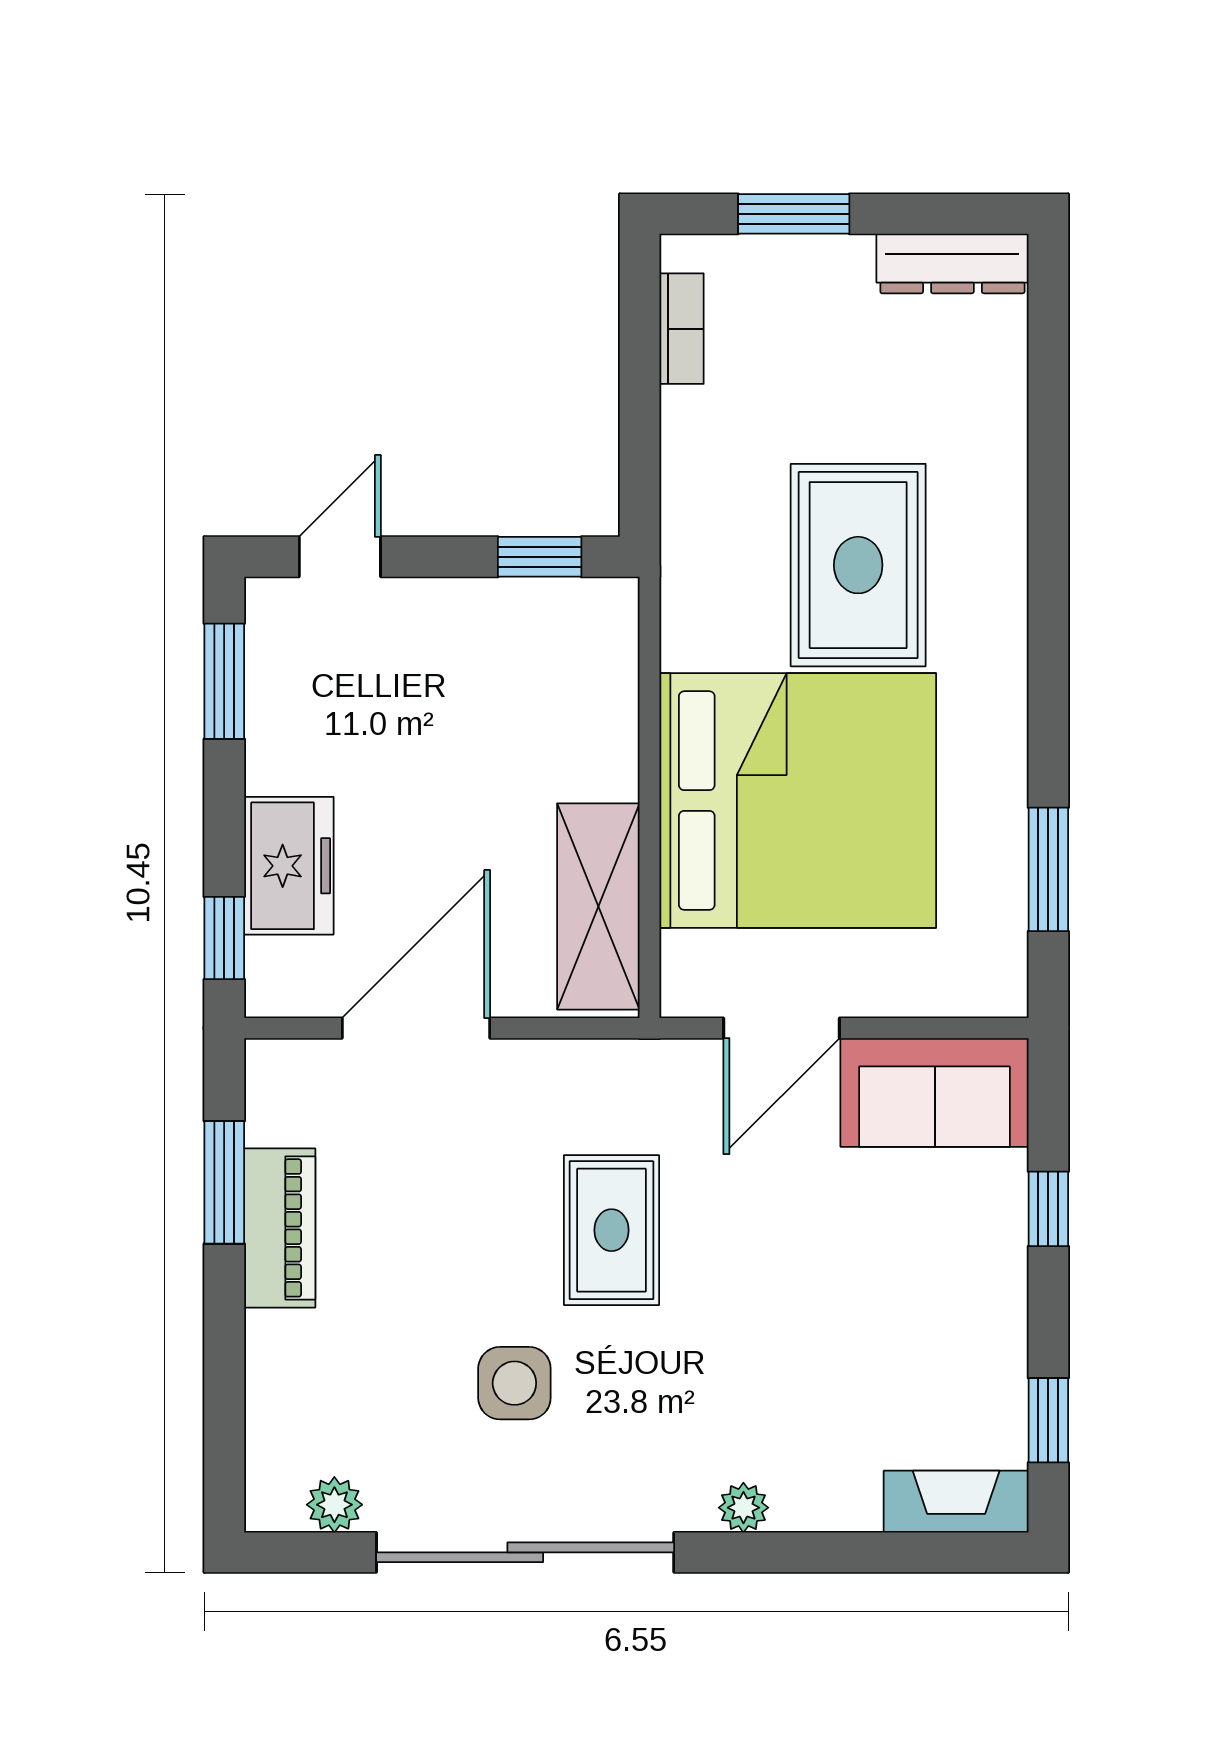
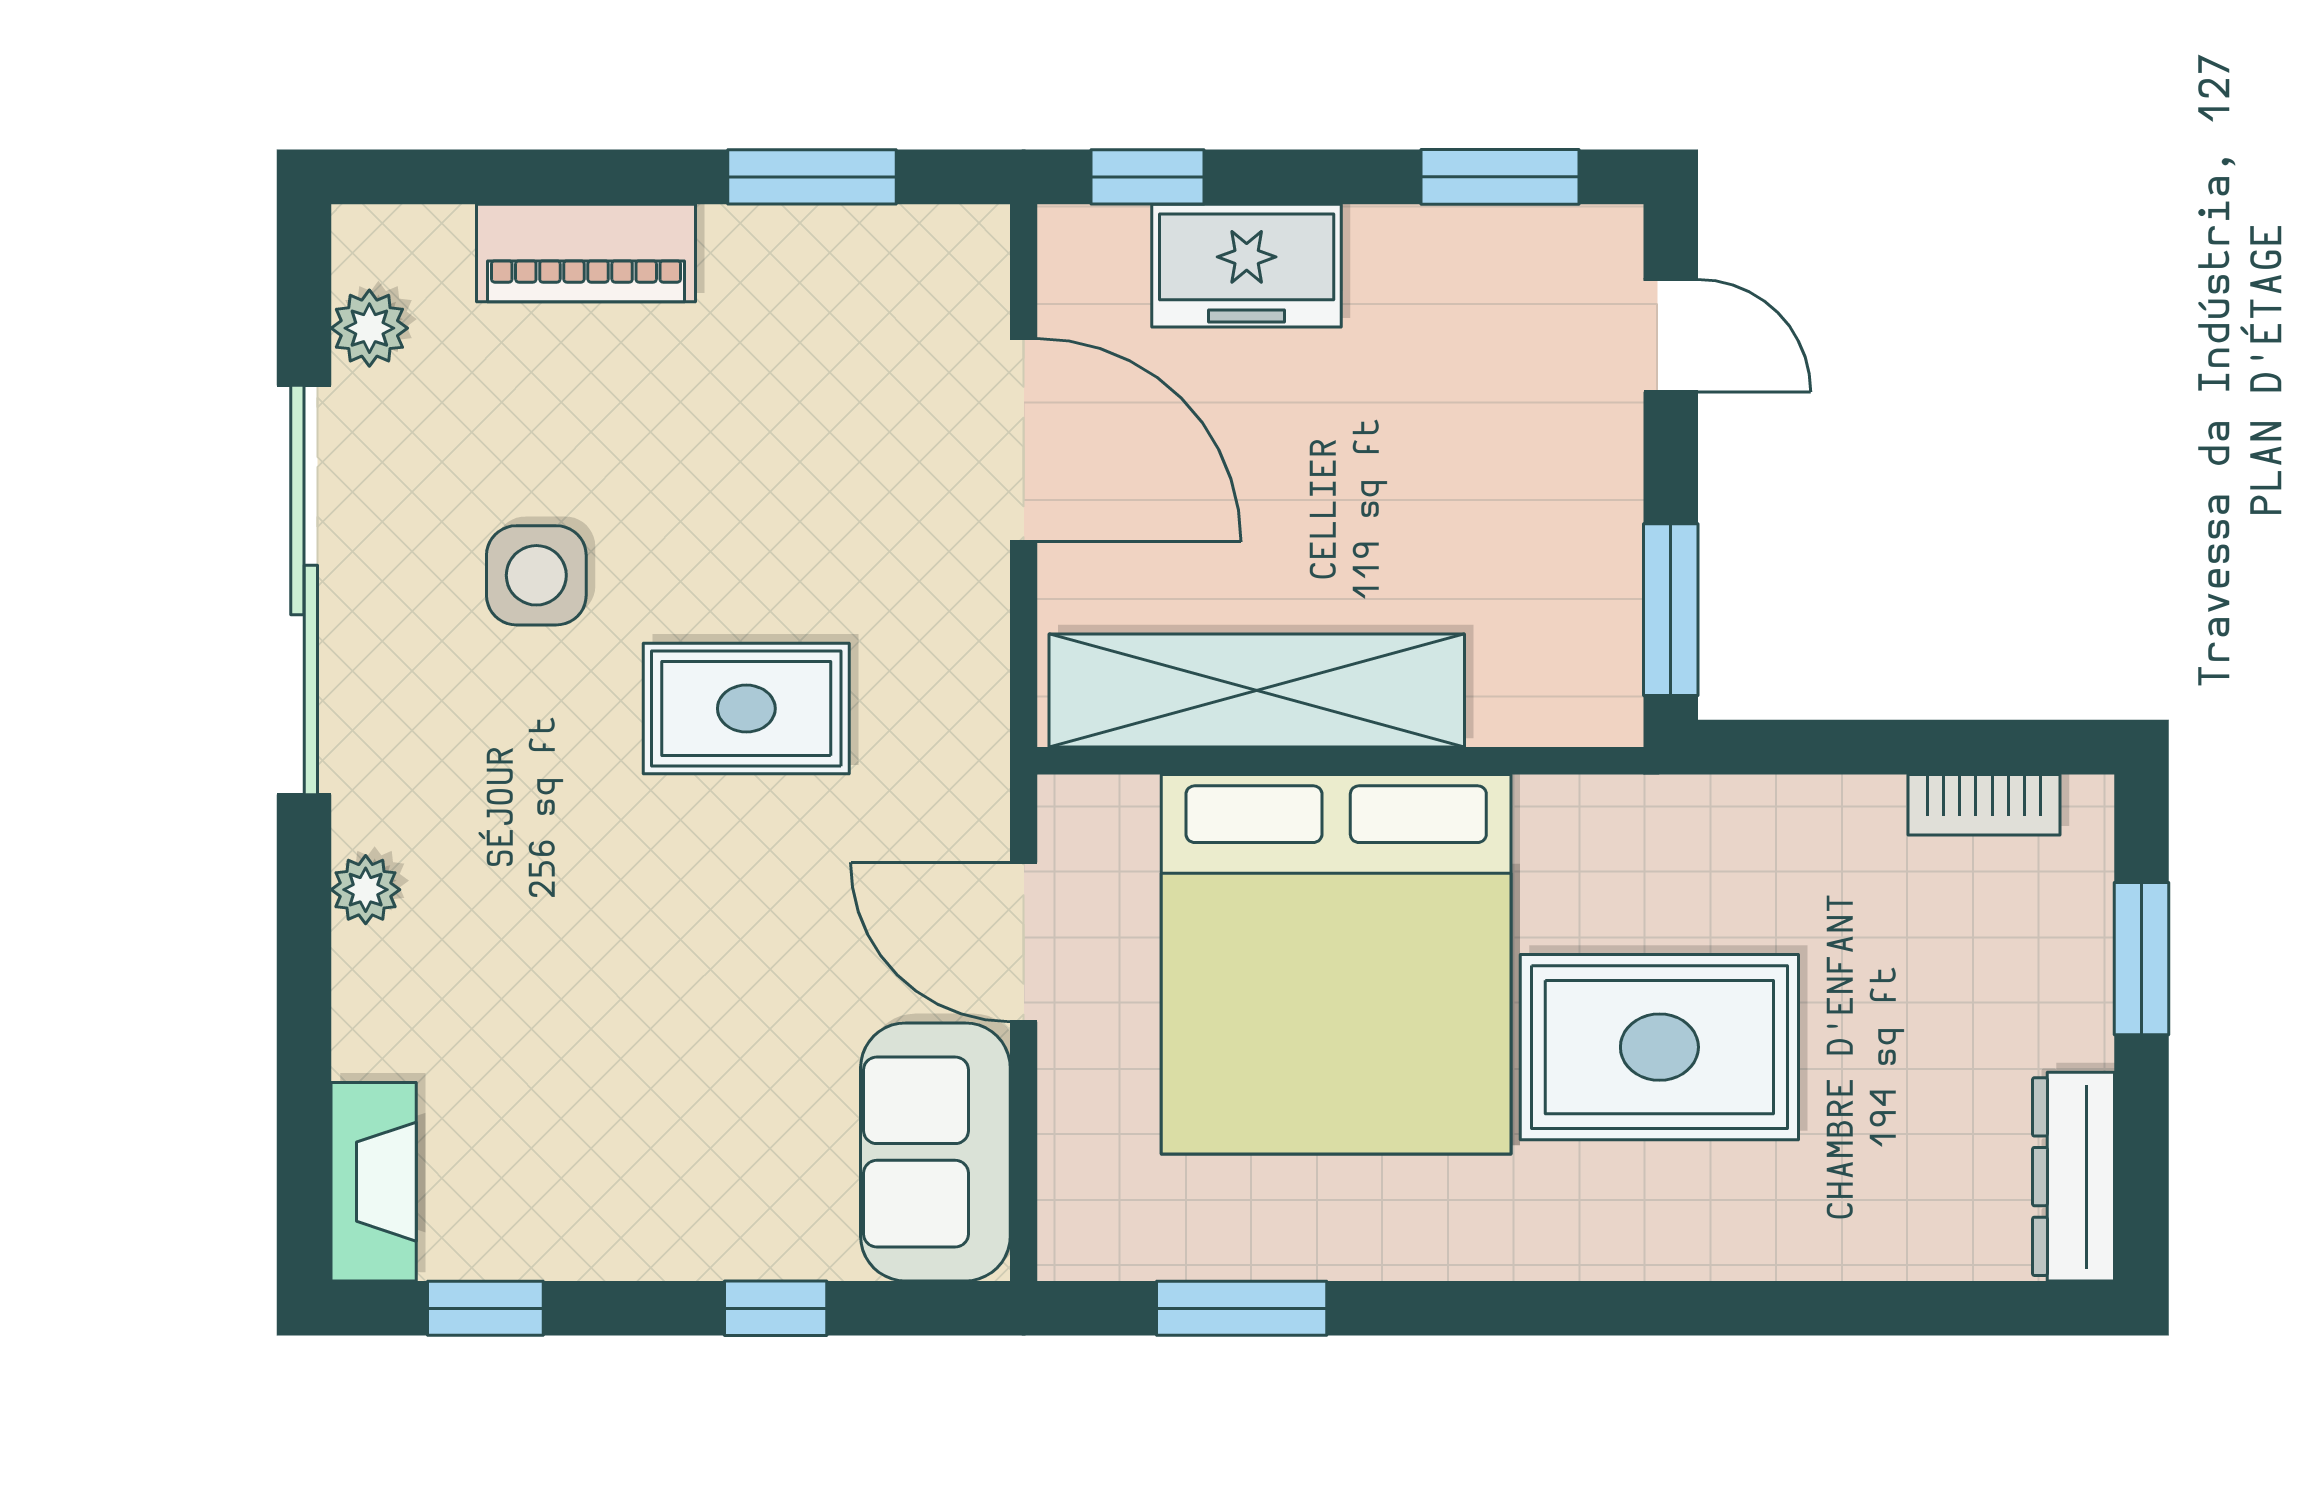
window: (540, 557) -> (1671, 610), width x1.50
shelving: (598, 906) -> (1257, 690), width x1.47
piano: (280, 1228) -> (586, 253), moved

